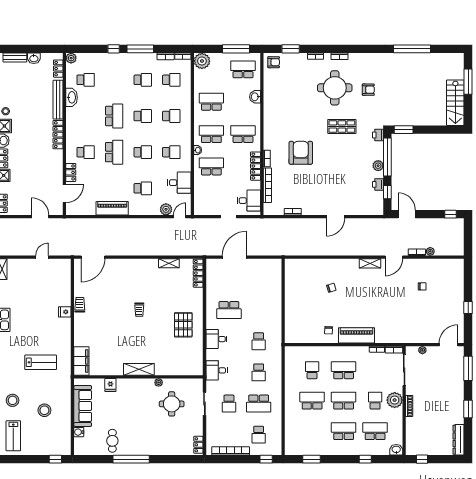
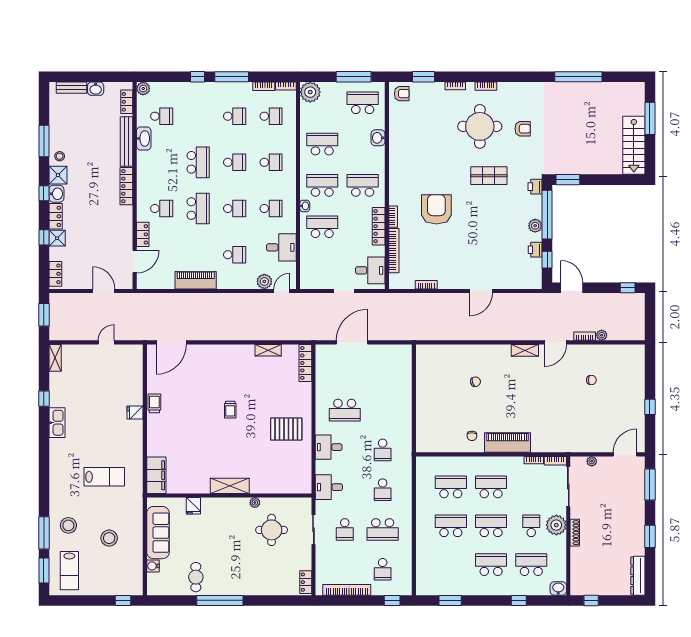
pallet: (183, 325) -> (286, 429), turned 90
school desk: (312, 370) -> (451, 487), width x1.85

